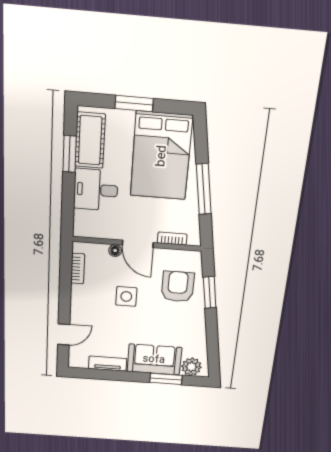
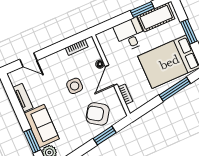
window: (204, 189) -> (175, 89), moved
armchair: (178, 287) -> (98, 114), turned -146

